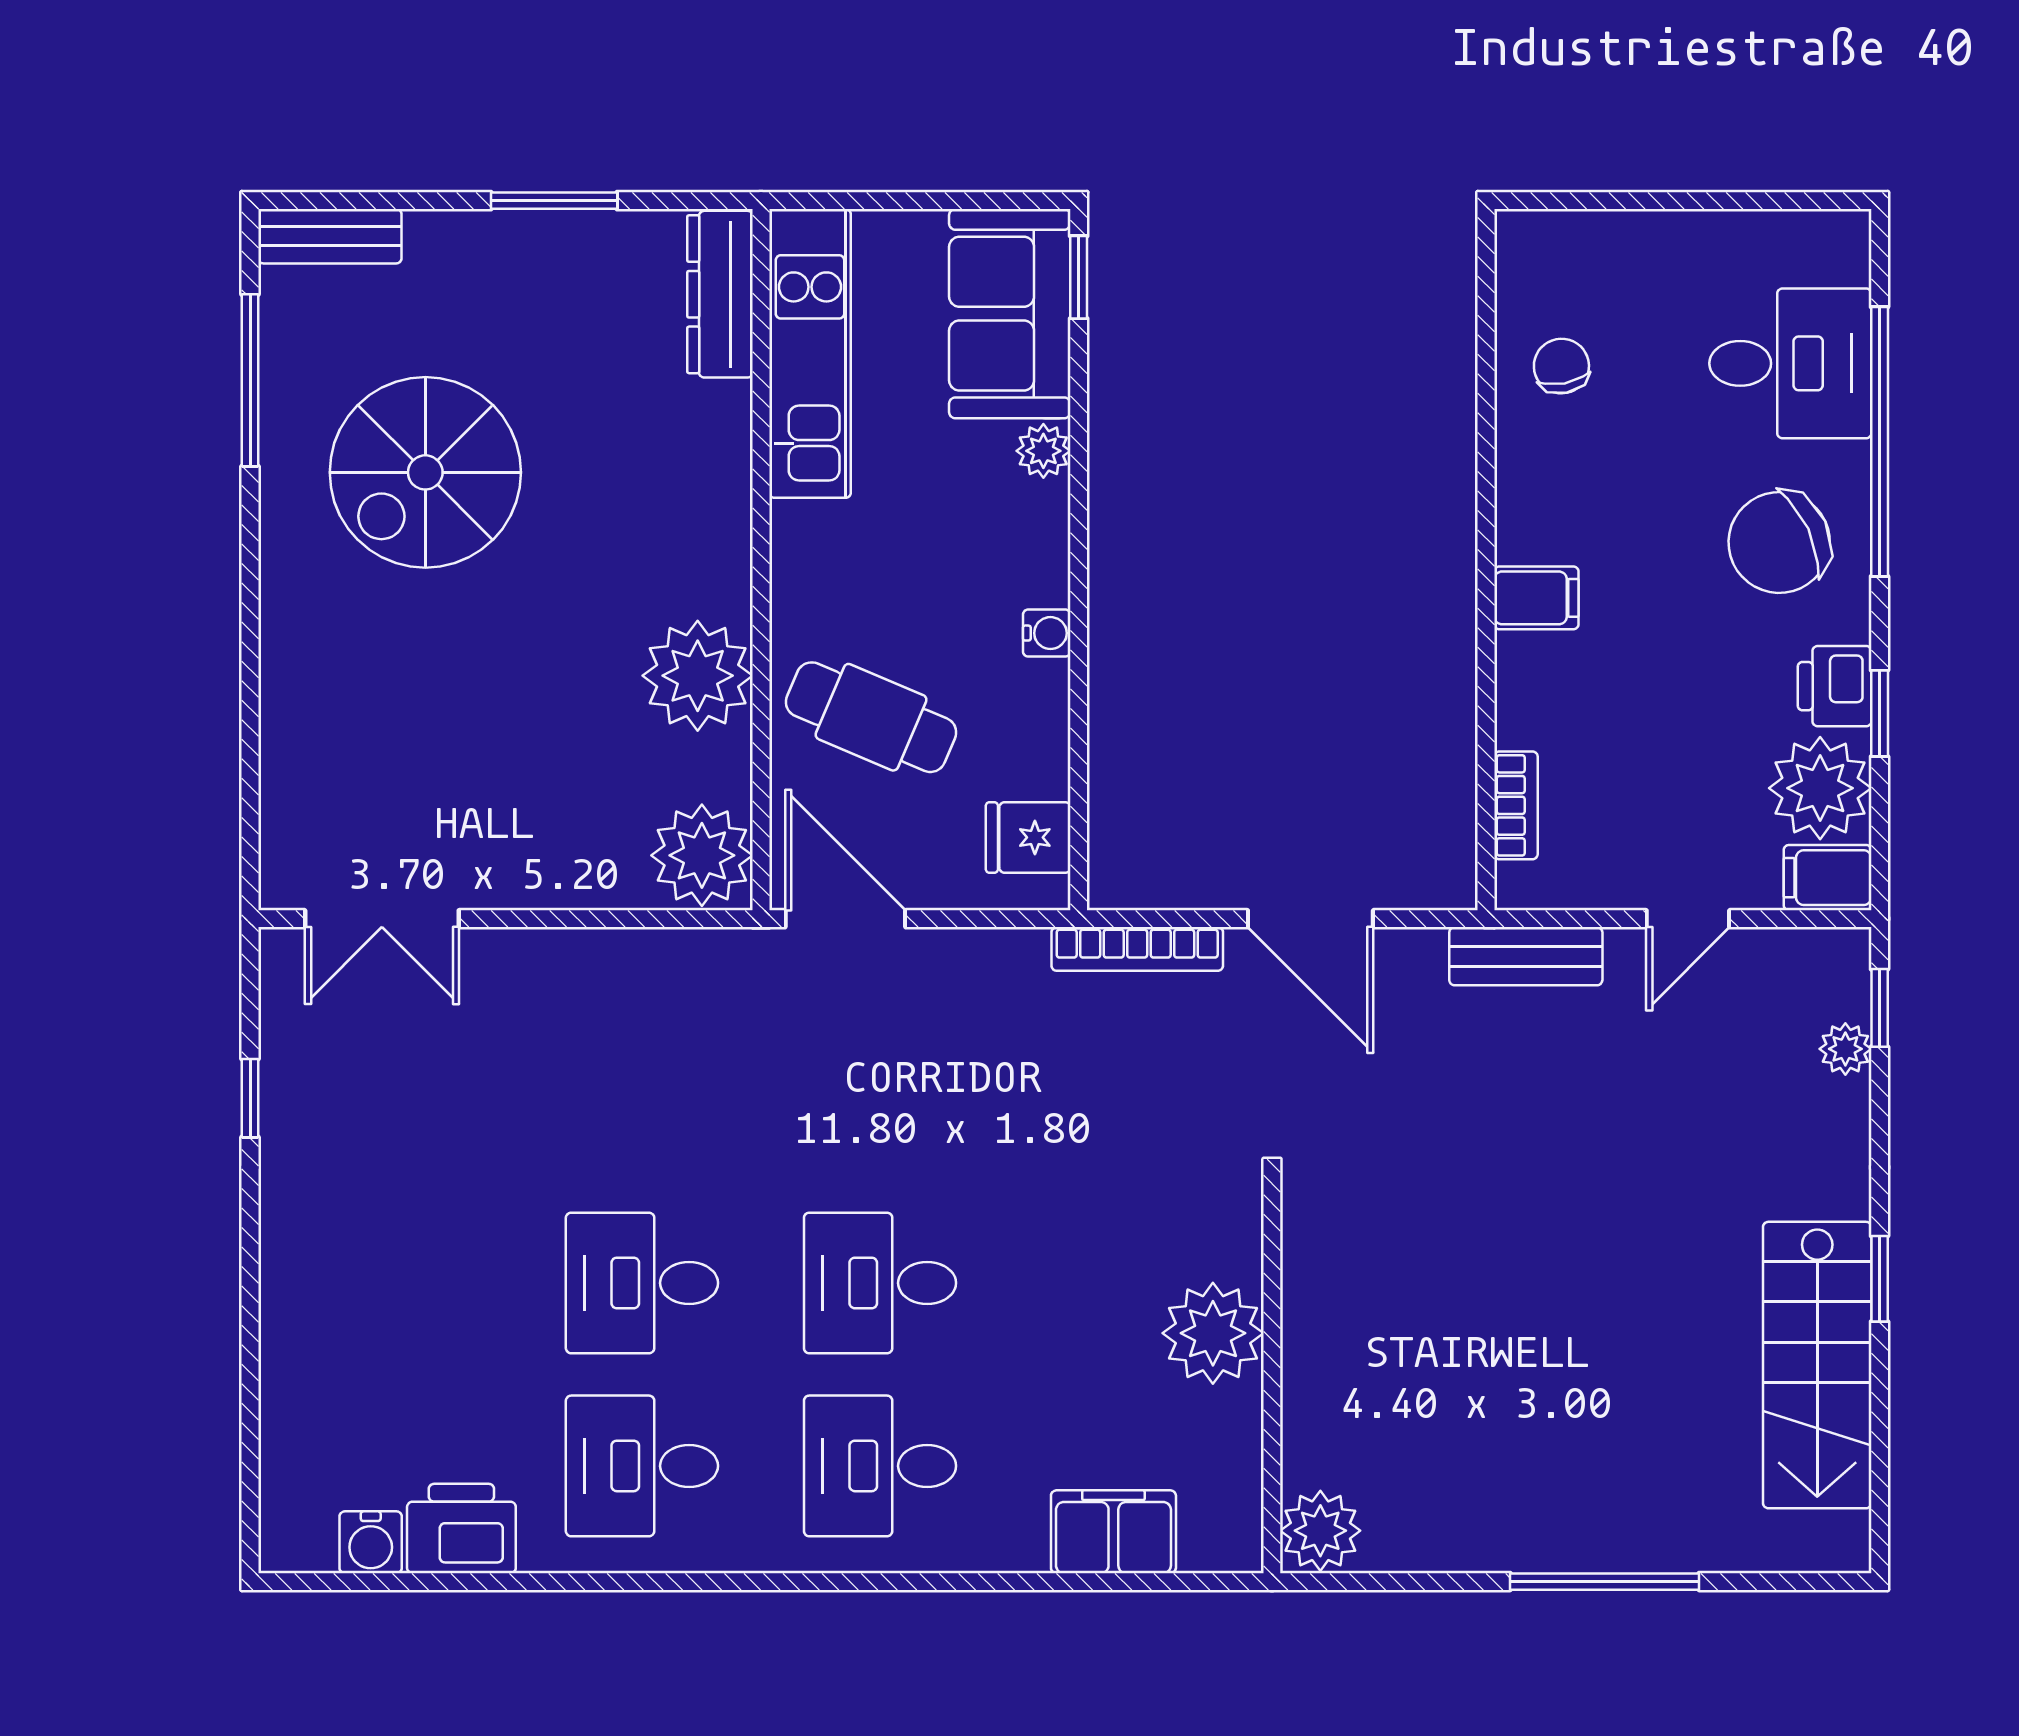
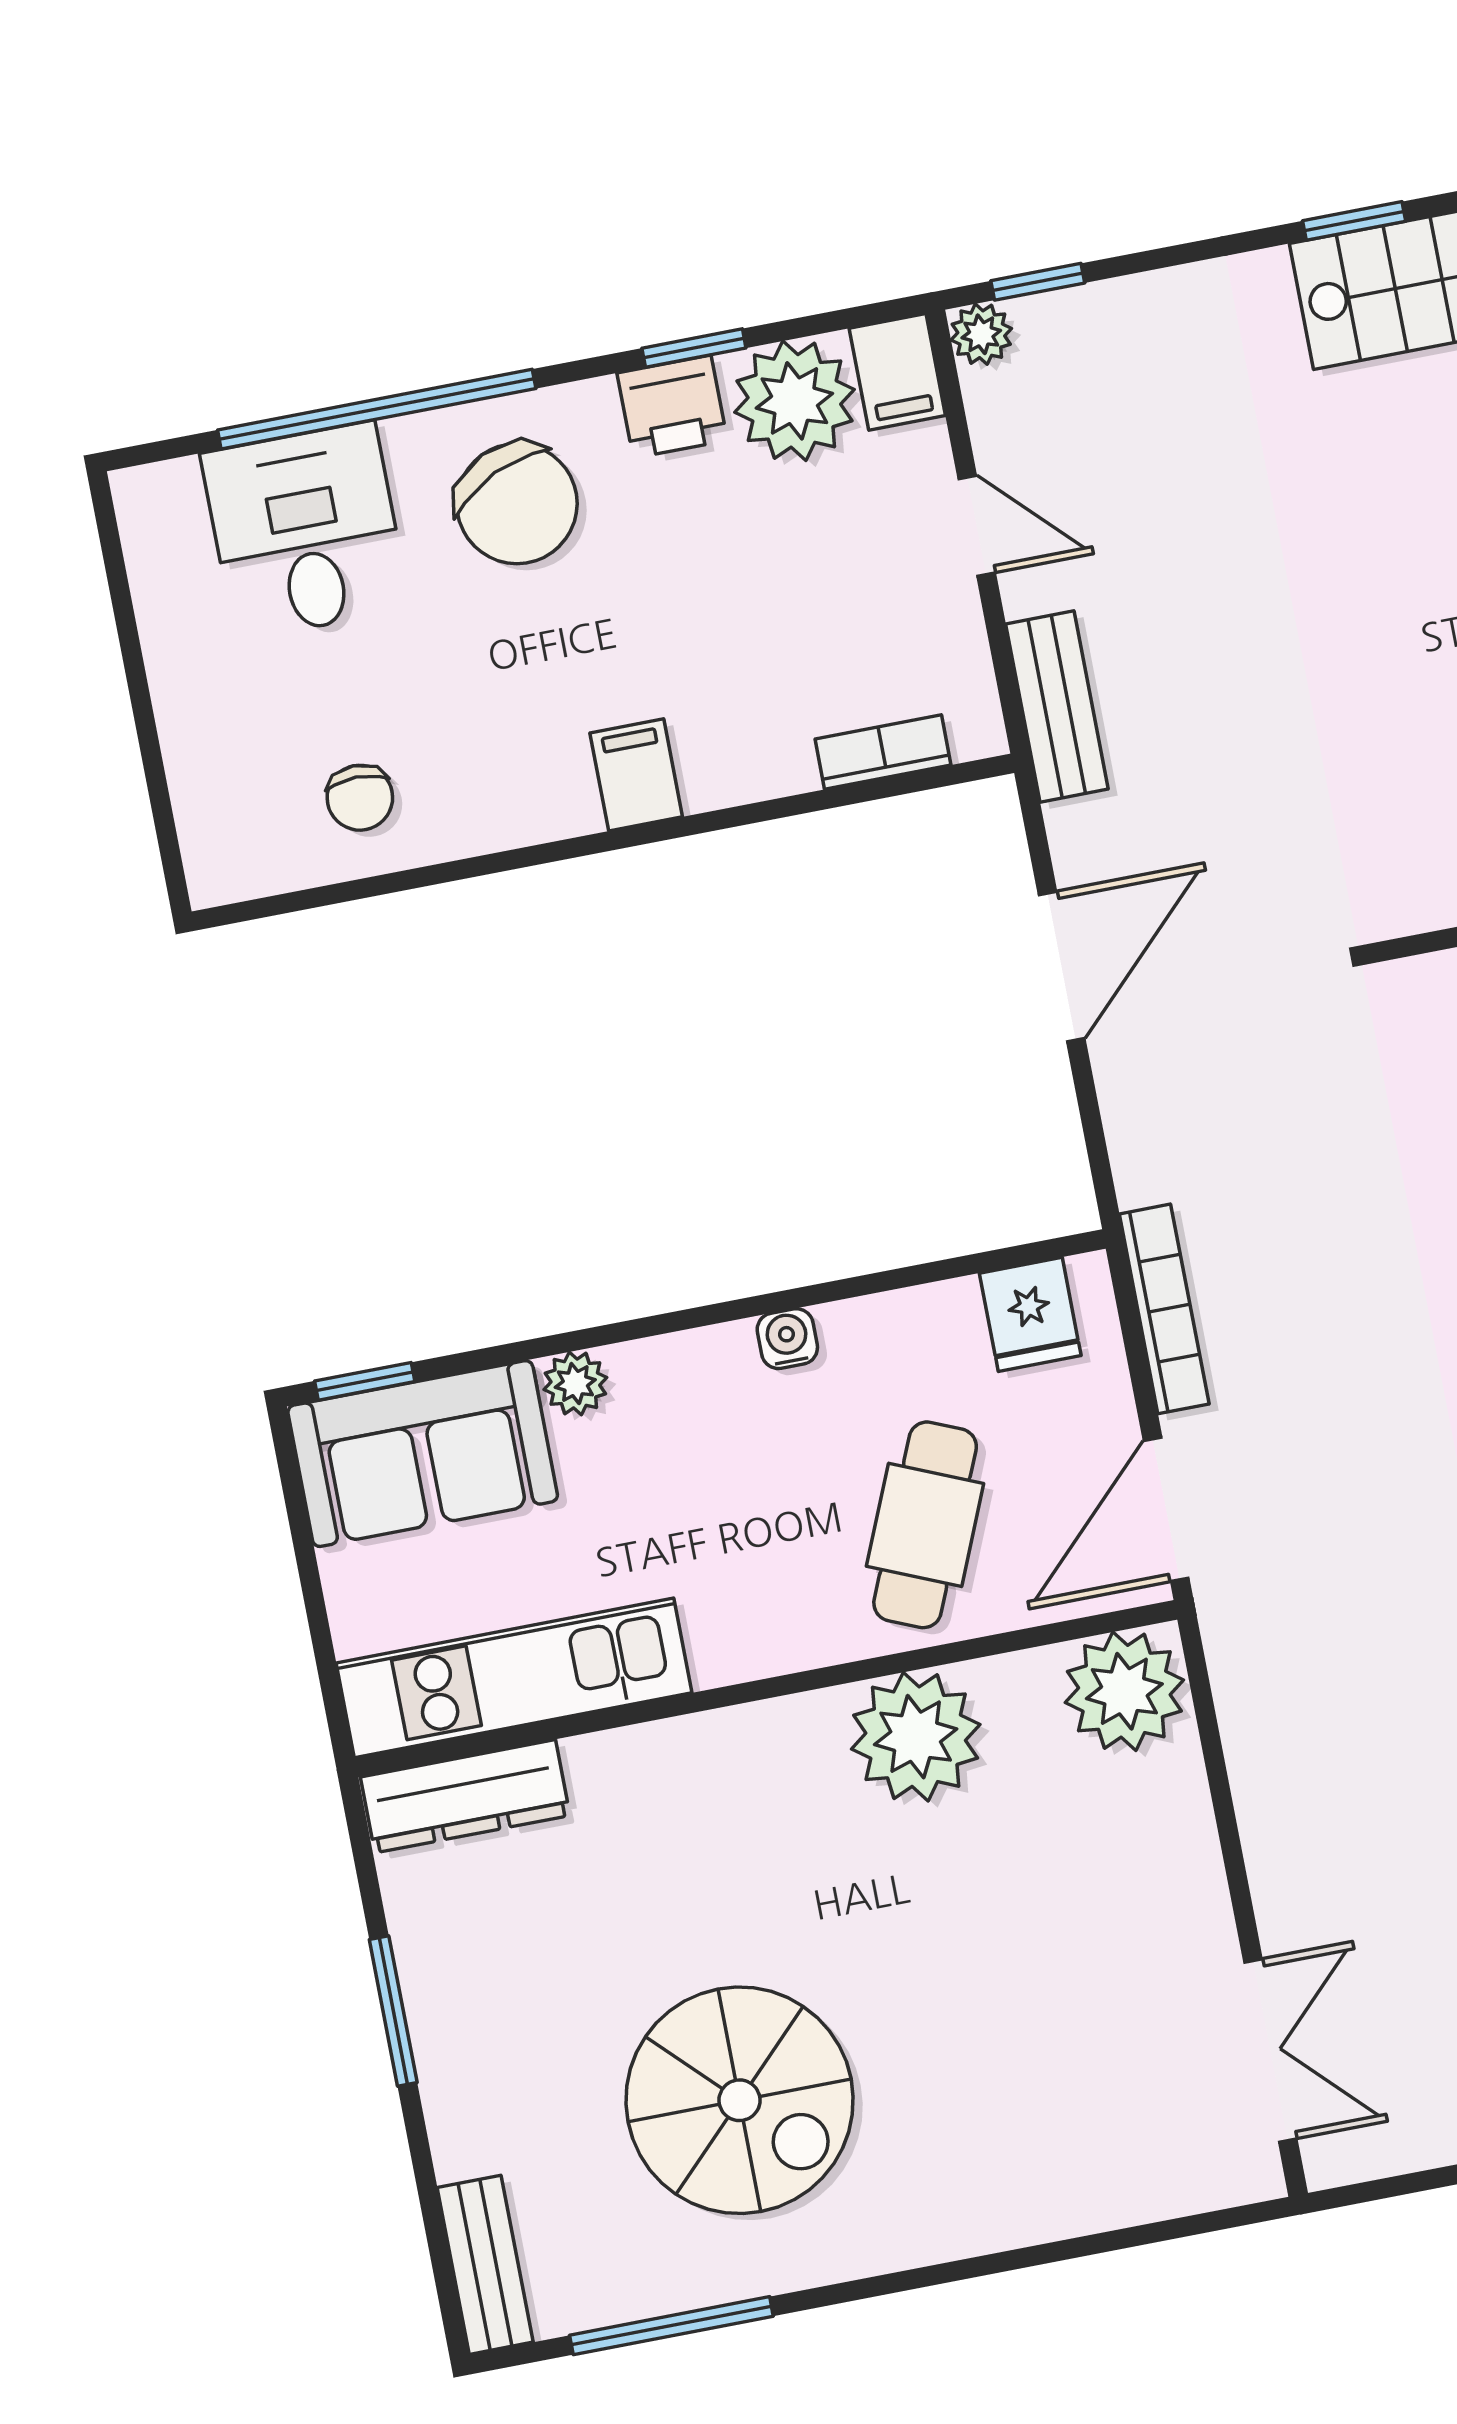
chair: (1561, 366) -> (360, 798), turned -79
bookcase: (1137, 949) -> (1164, 1309), moved
plant: (1845, 1049) -> (981, 334), moved

